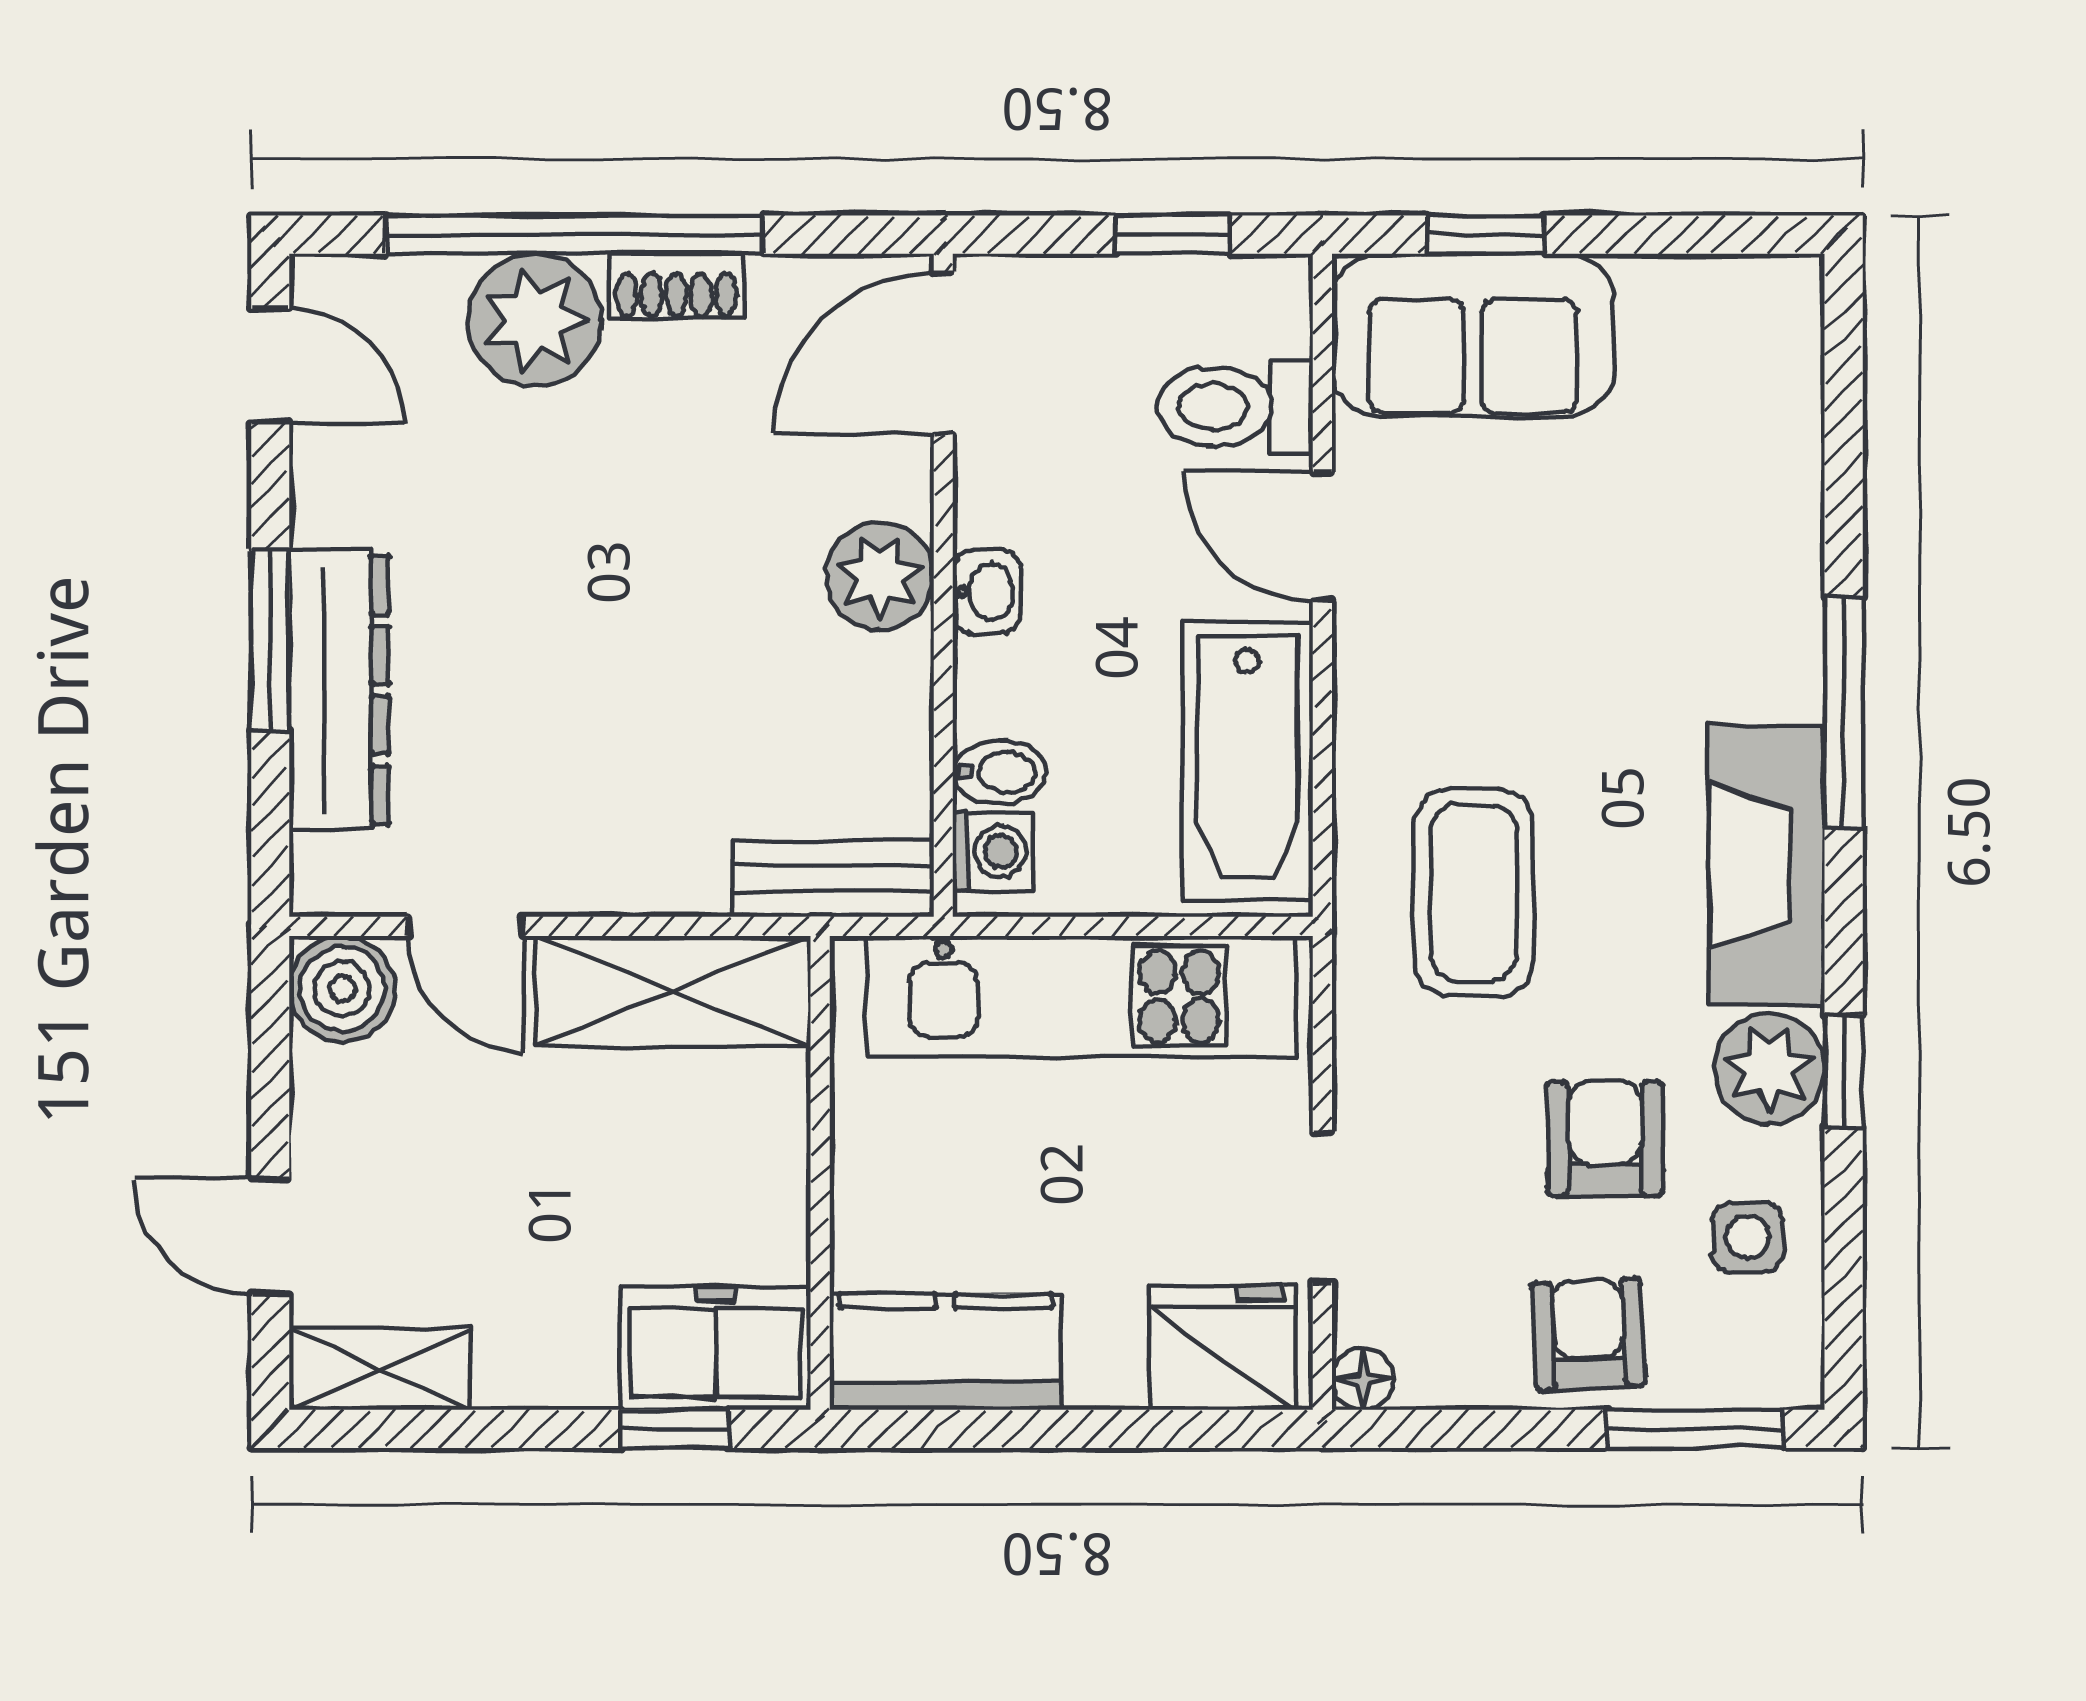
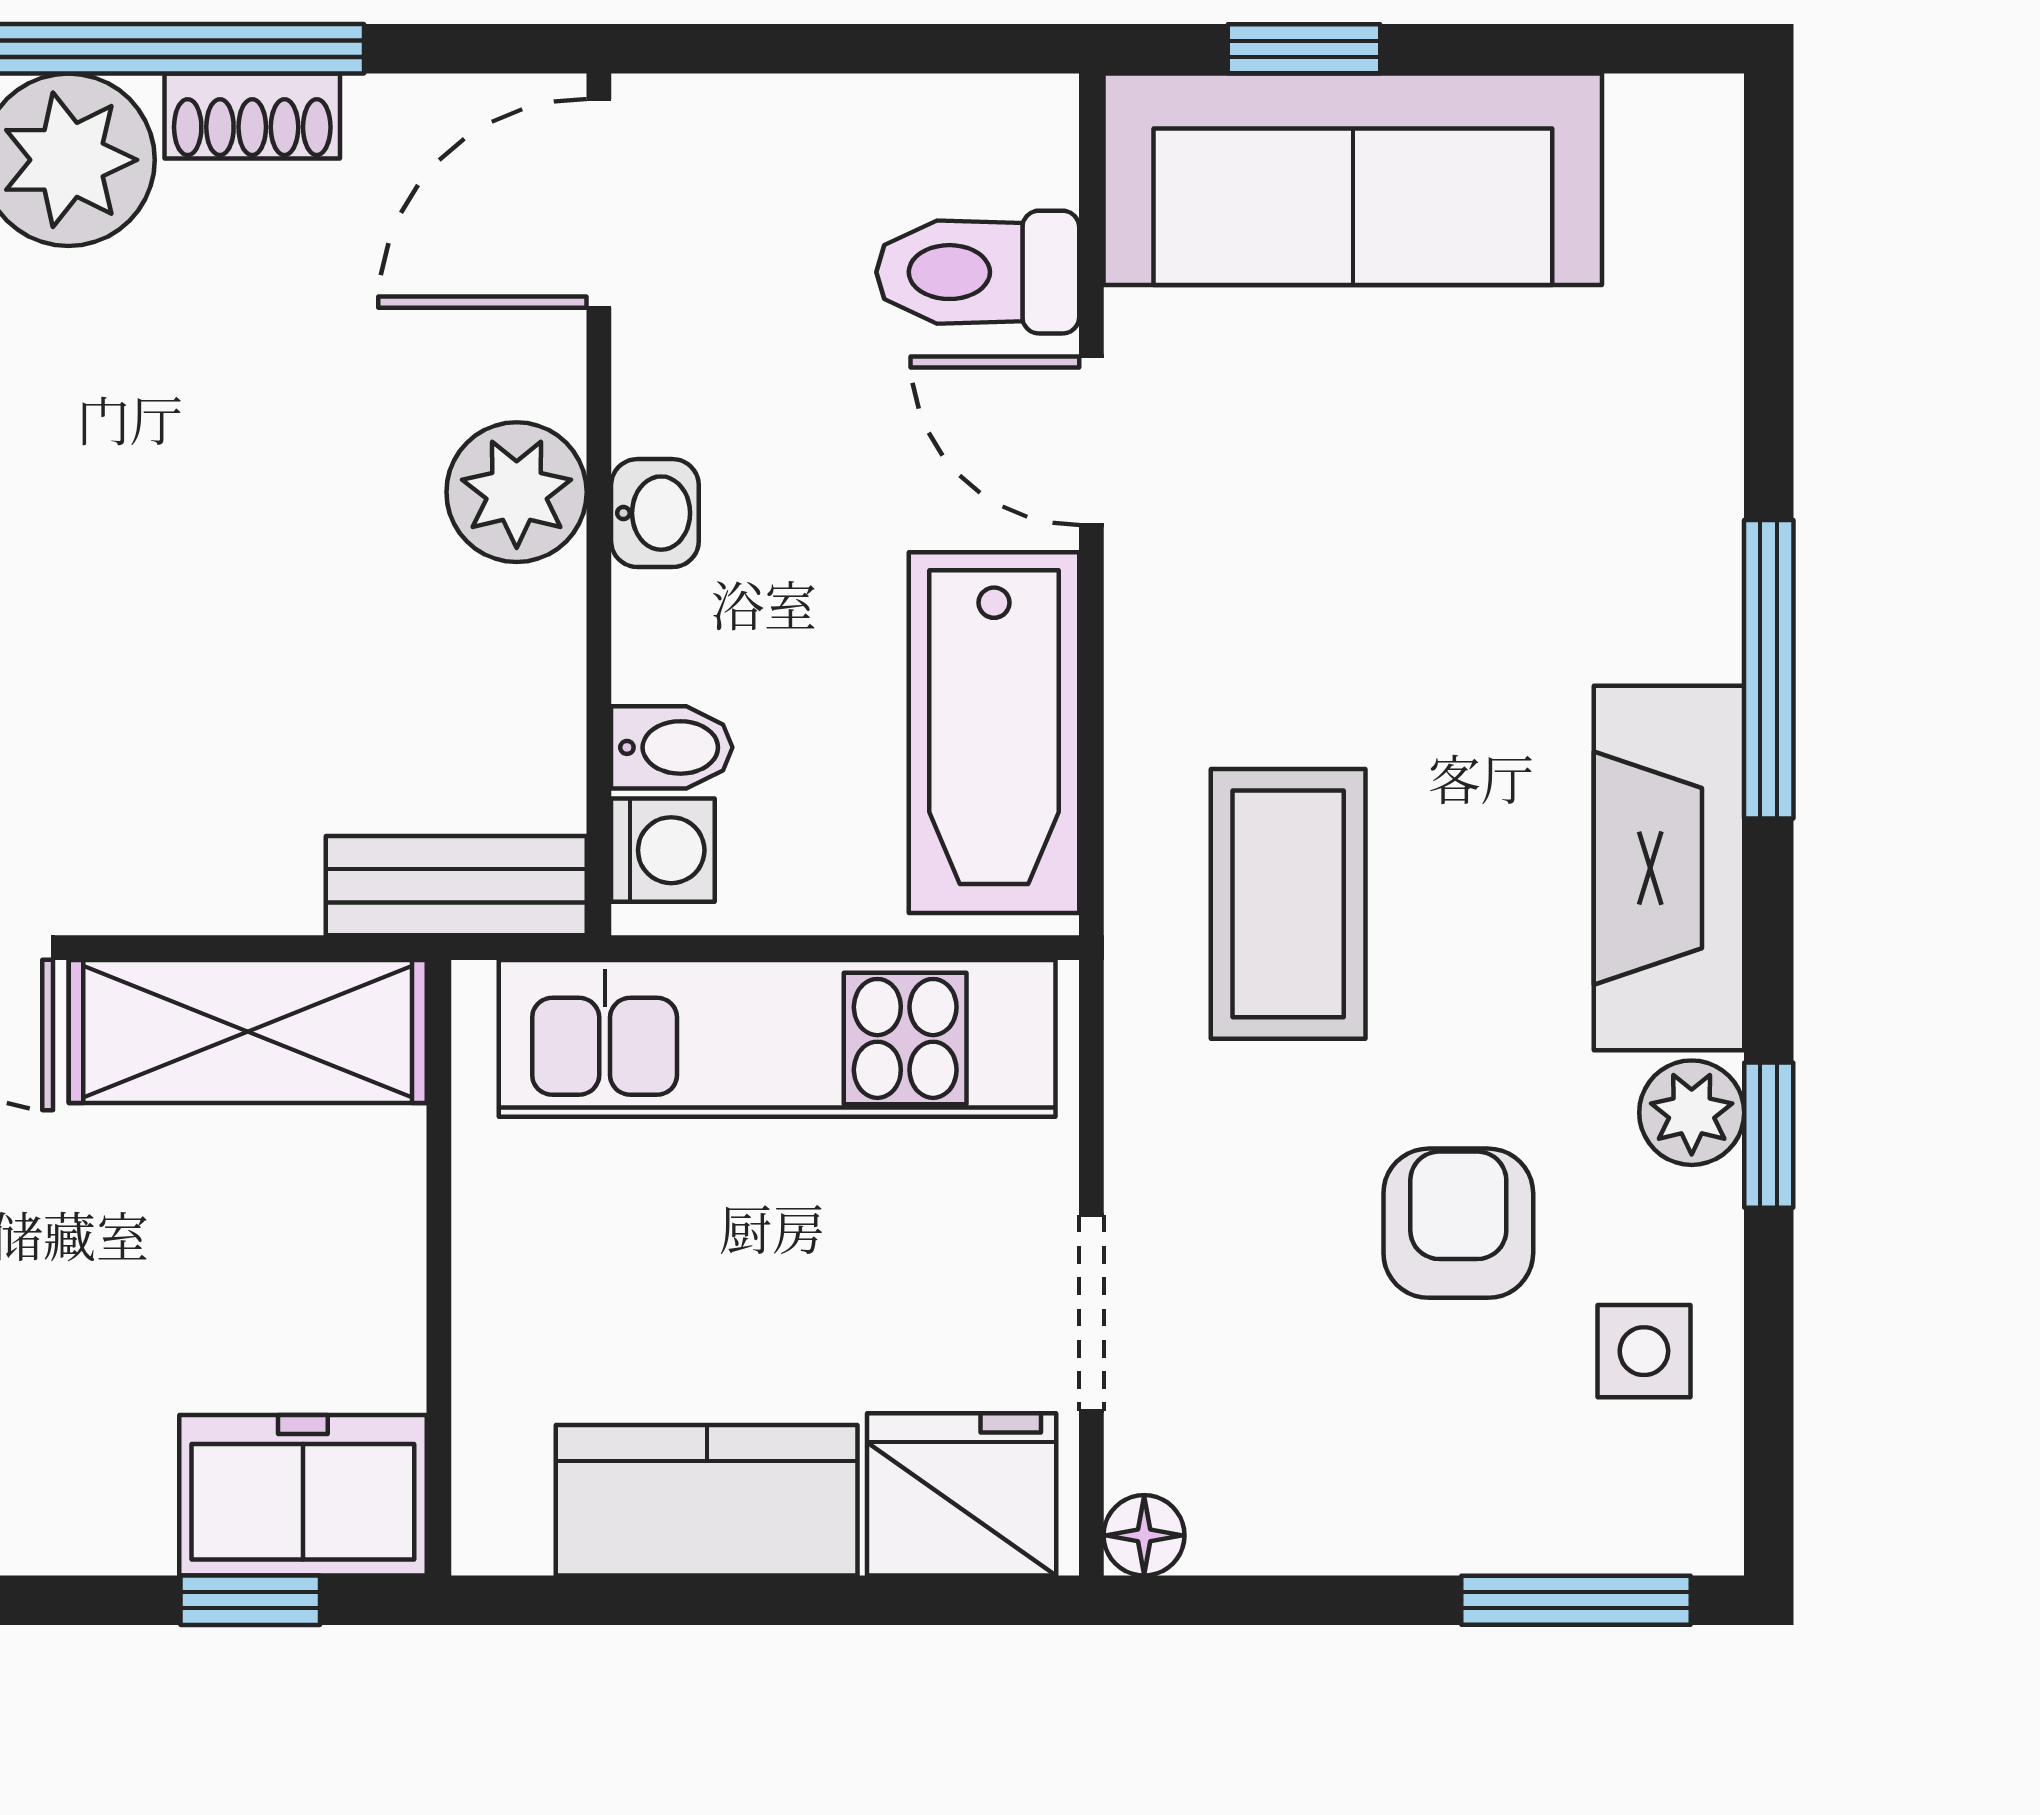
window: (1172, 235) -> (897, 49), removed
sofa: (1473, 335) -> (1353, 179), width x1.36
plant: (1769, 1069) -> (1692, 1113), width x0.73, depth x0.73
armchair: (1588, 1334) -> (1437, 1477), removed
kitchen counter: (946, 1352) -> (707, 1500), moved

